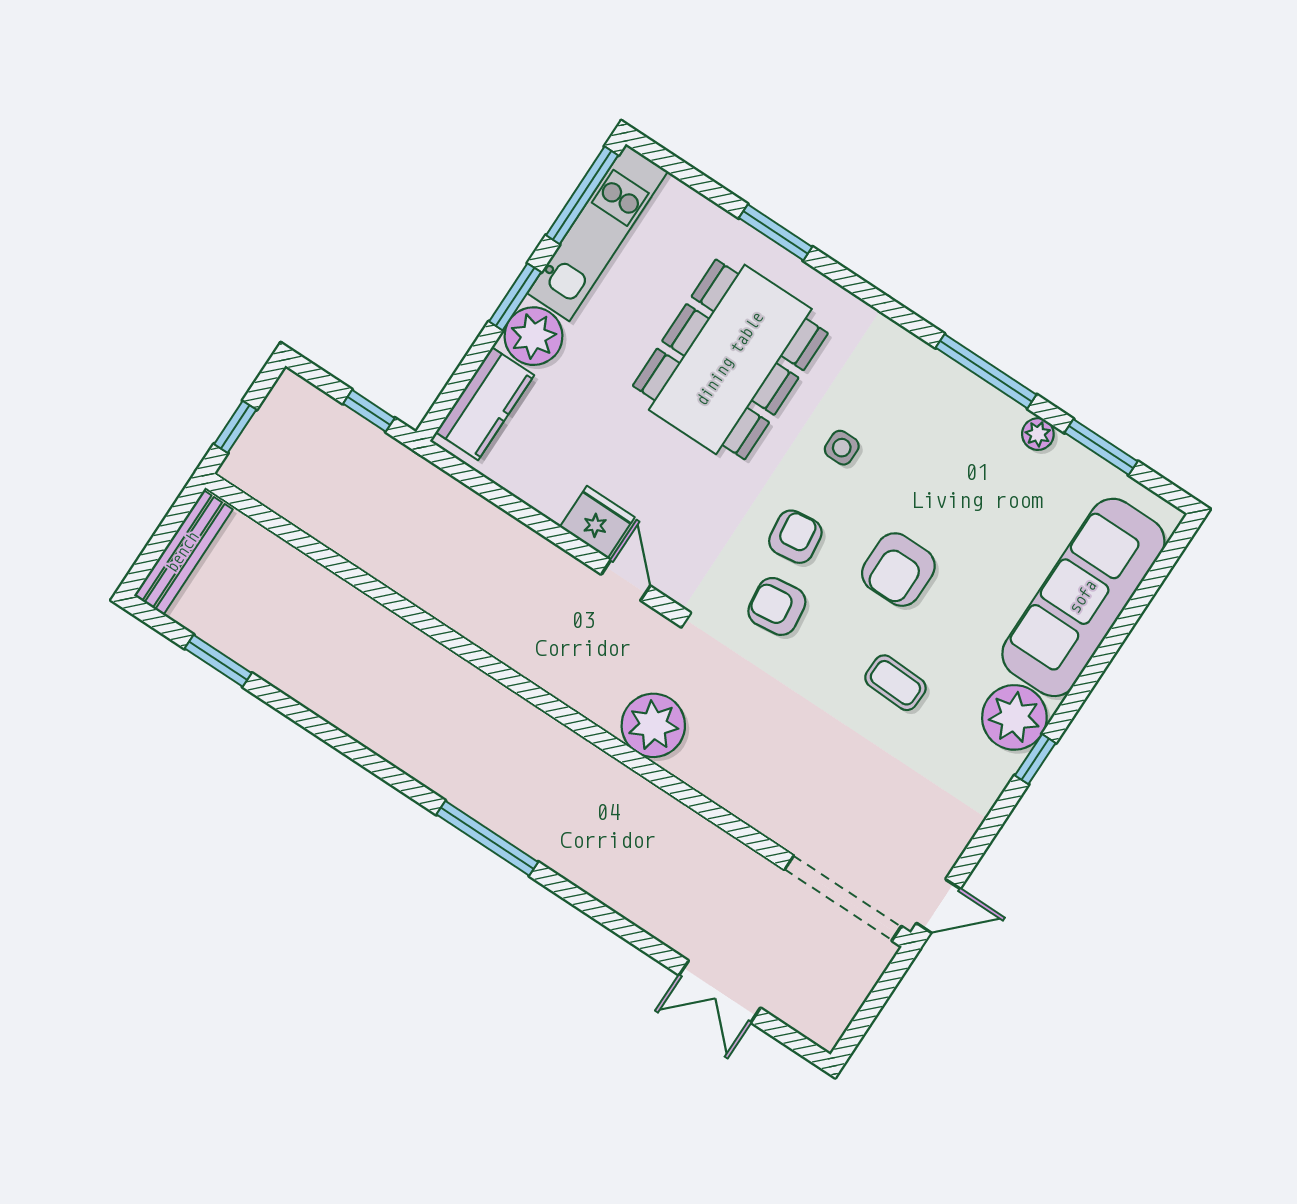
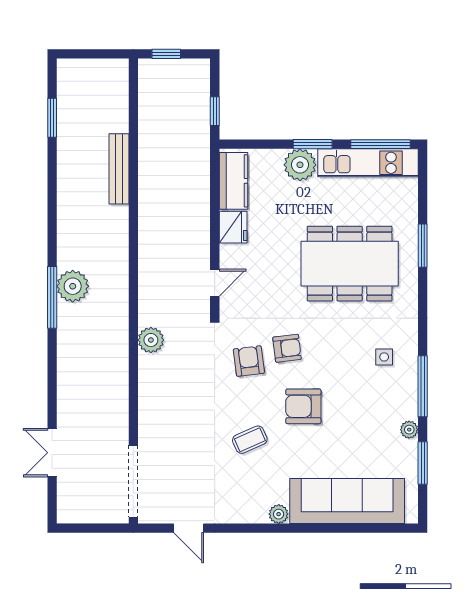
kitchen counter: (485, 404) -> (233, 181), moved, turned -90
side table: (842, 448) -> (384, 357), moved
fridge: (597, 522) -> (233, 227), moved
bench: (183, 552) -> (119, 169), moved, turned 90
coffee table: (895, 683) -> (250, 440), turned 64
plant: (1014, 717) -> (279, 514), width x0.53, depth x0.53
plant: (653, 725) -> (151, 340), width x0.73, depth x0.73
window: (1035, 759) -> (257, 528), removed
plant: (491, 796) -> (73, 286), added
door: (938, 906) -> (189, 528), moved

